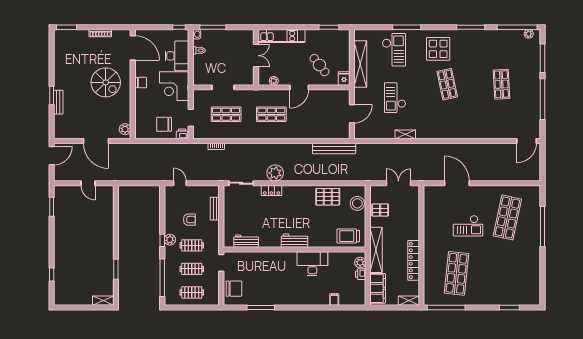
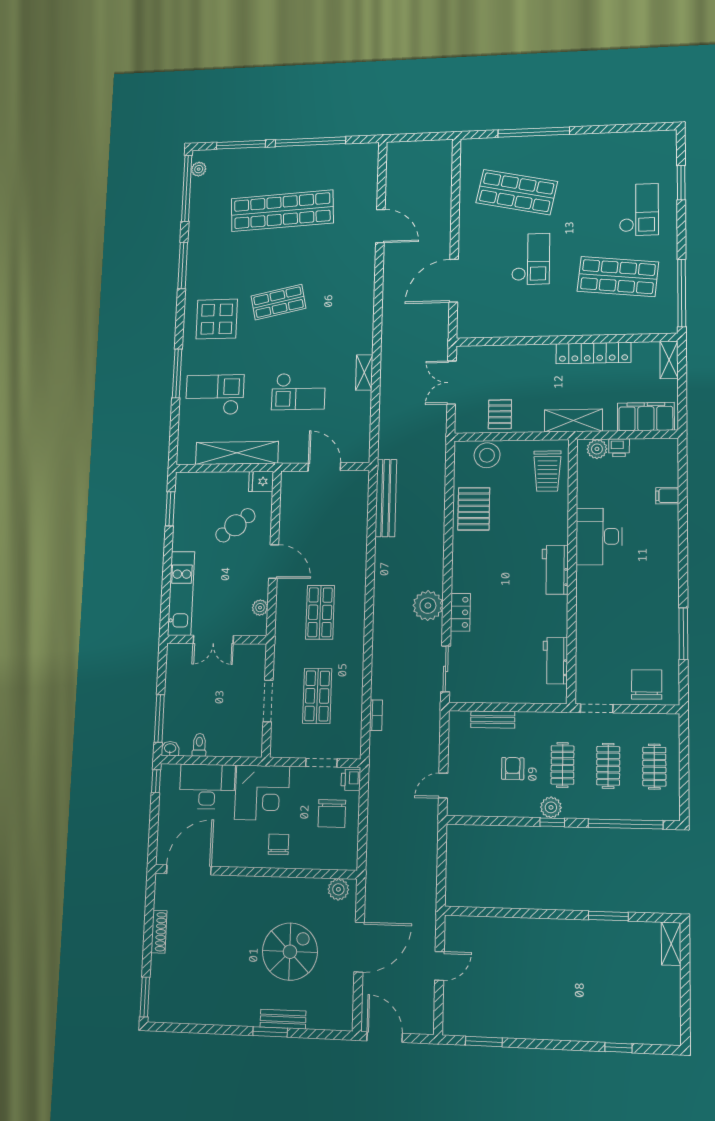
double door: (256, 56) -> (213, 640), swing flipped
spiral stairs: (106, 82) -> (290, 952), moved
chair: (141, 83) -> (278, 844), moved
shop shelf: (501, 84) -> (282, 211), width x2.00, depth x1.36
door: (526, 141) -> (380, 226), moved
shelving: (376, 250) -> (573, 421), width x0.68
checkout: (495, 285) -> (639, 210), added

